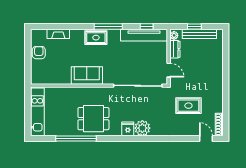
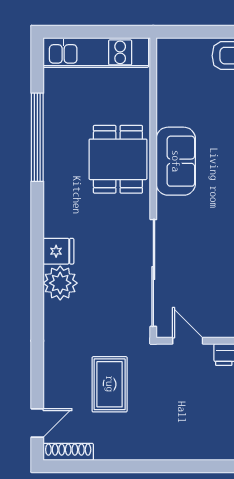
door: (169, 70) -> (188, 341), swing flipped
dining table: (93, 119) -> (118, 159), moved

